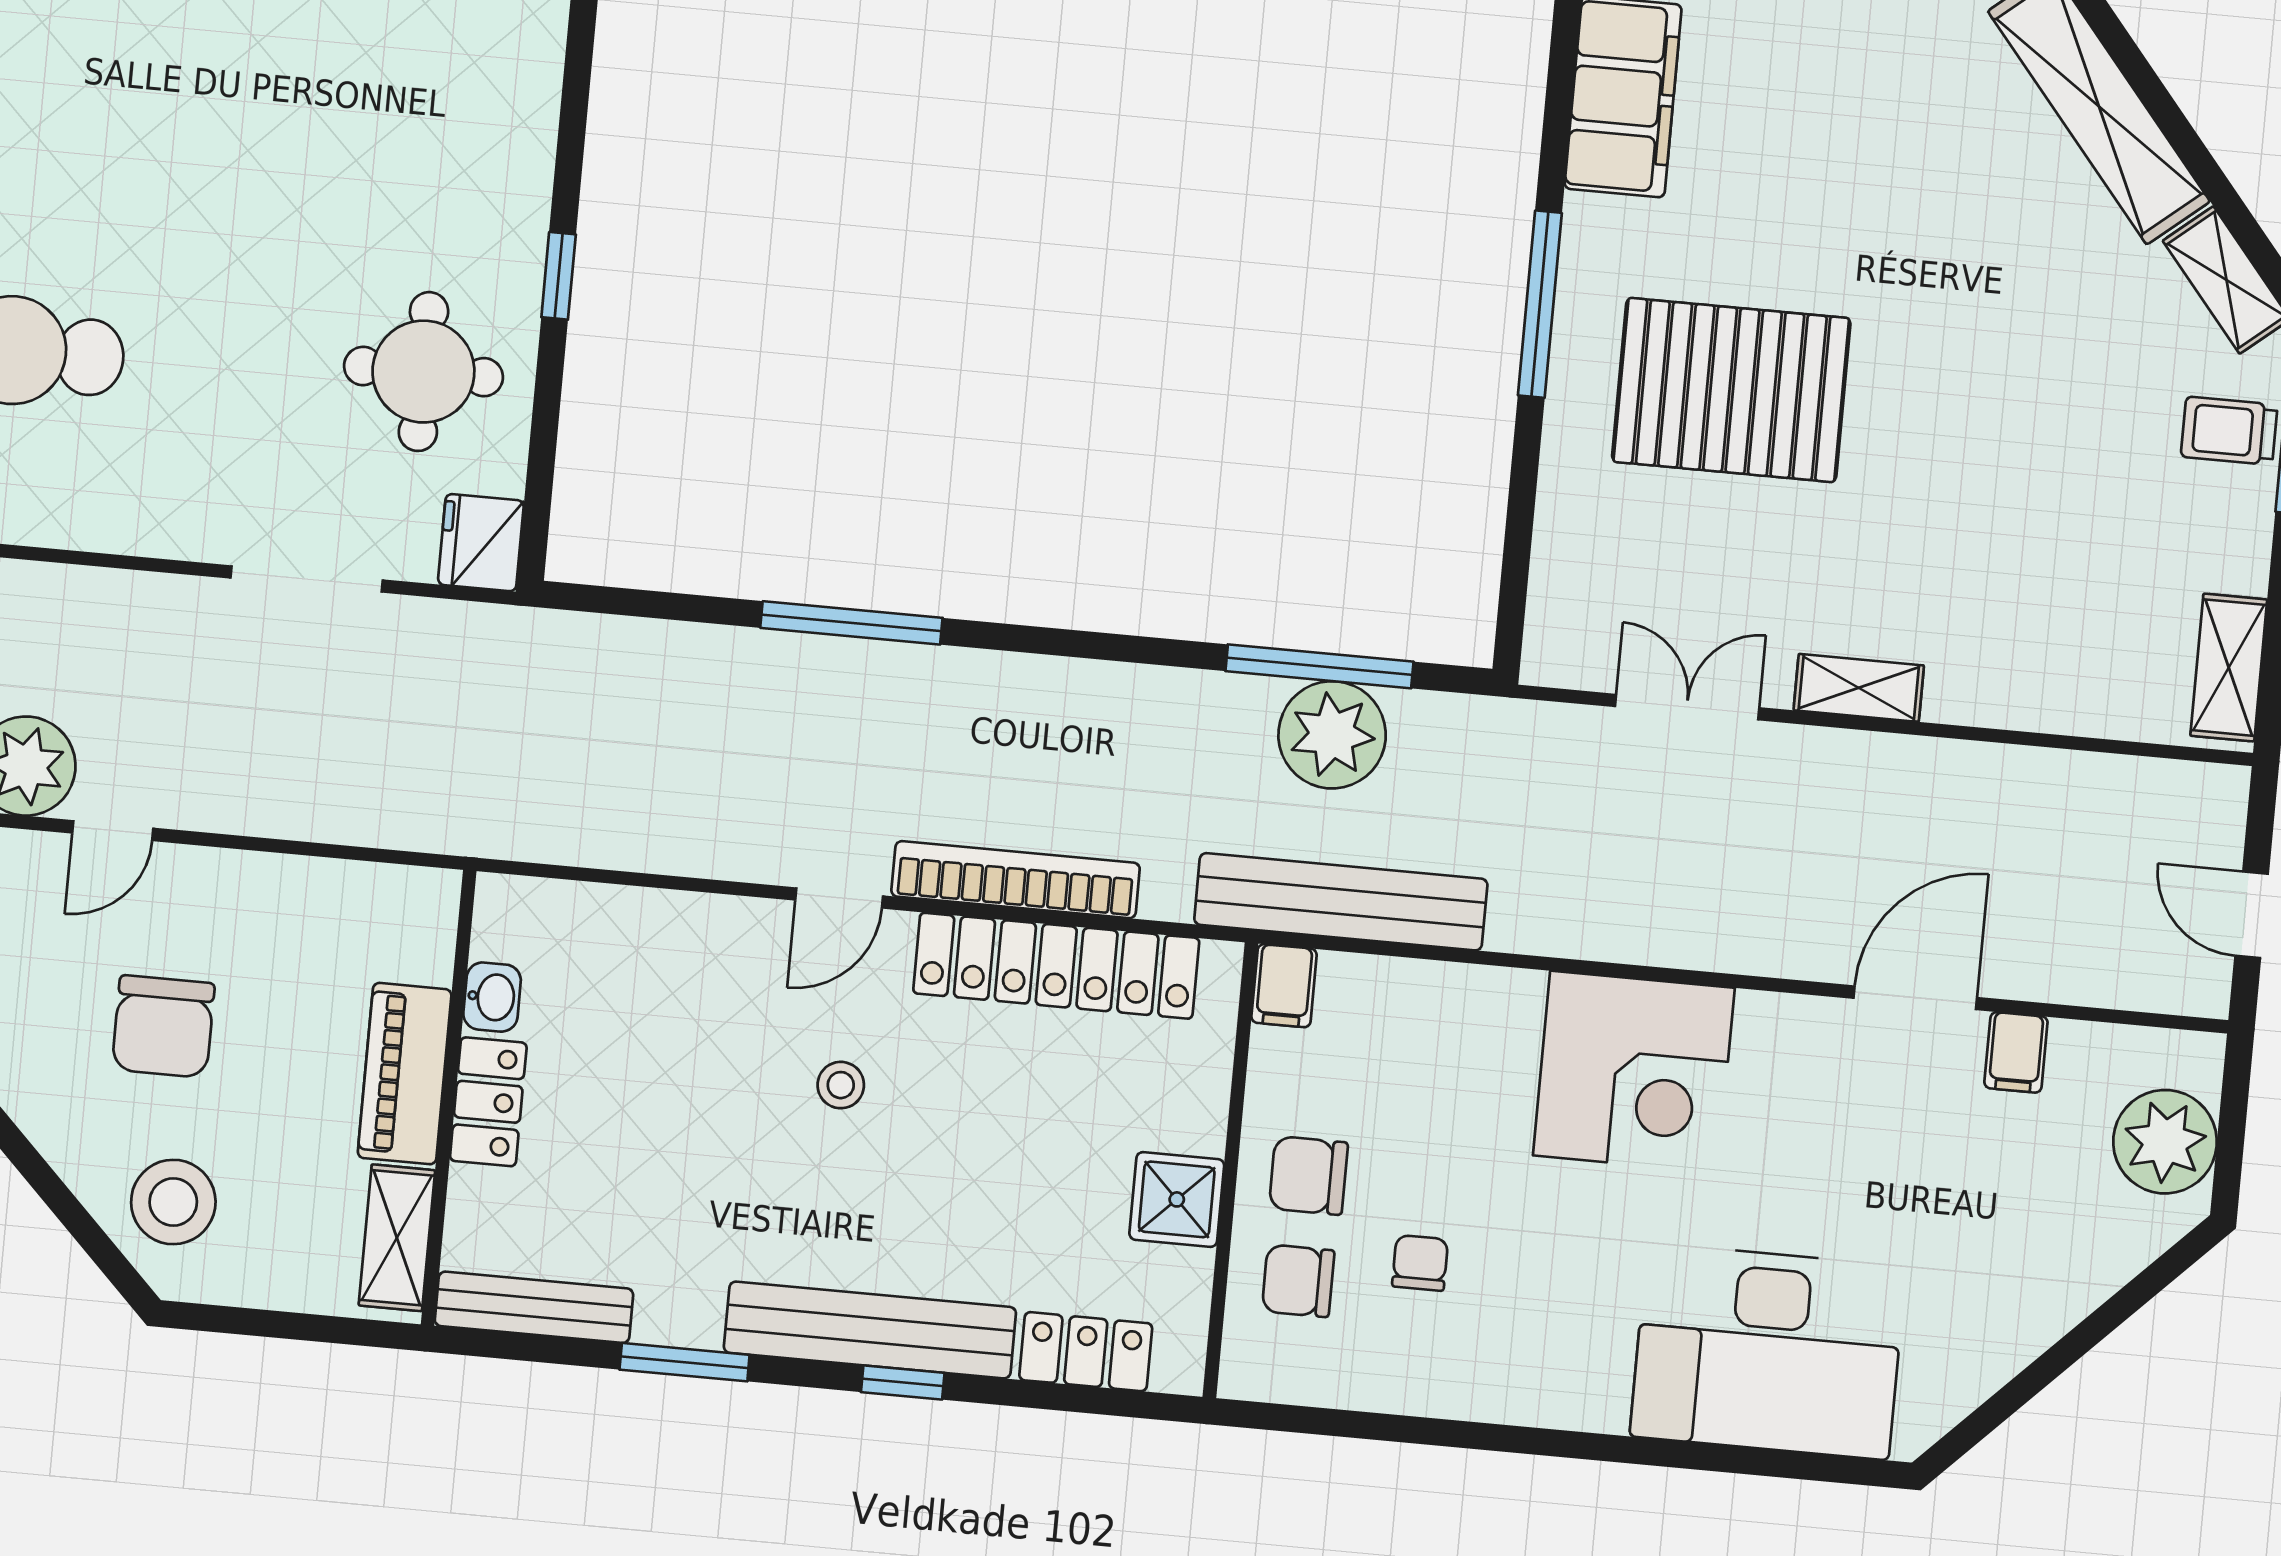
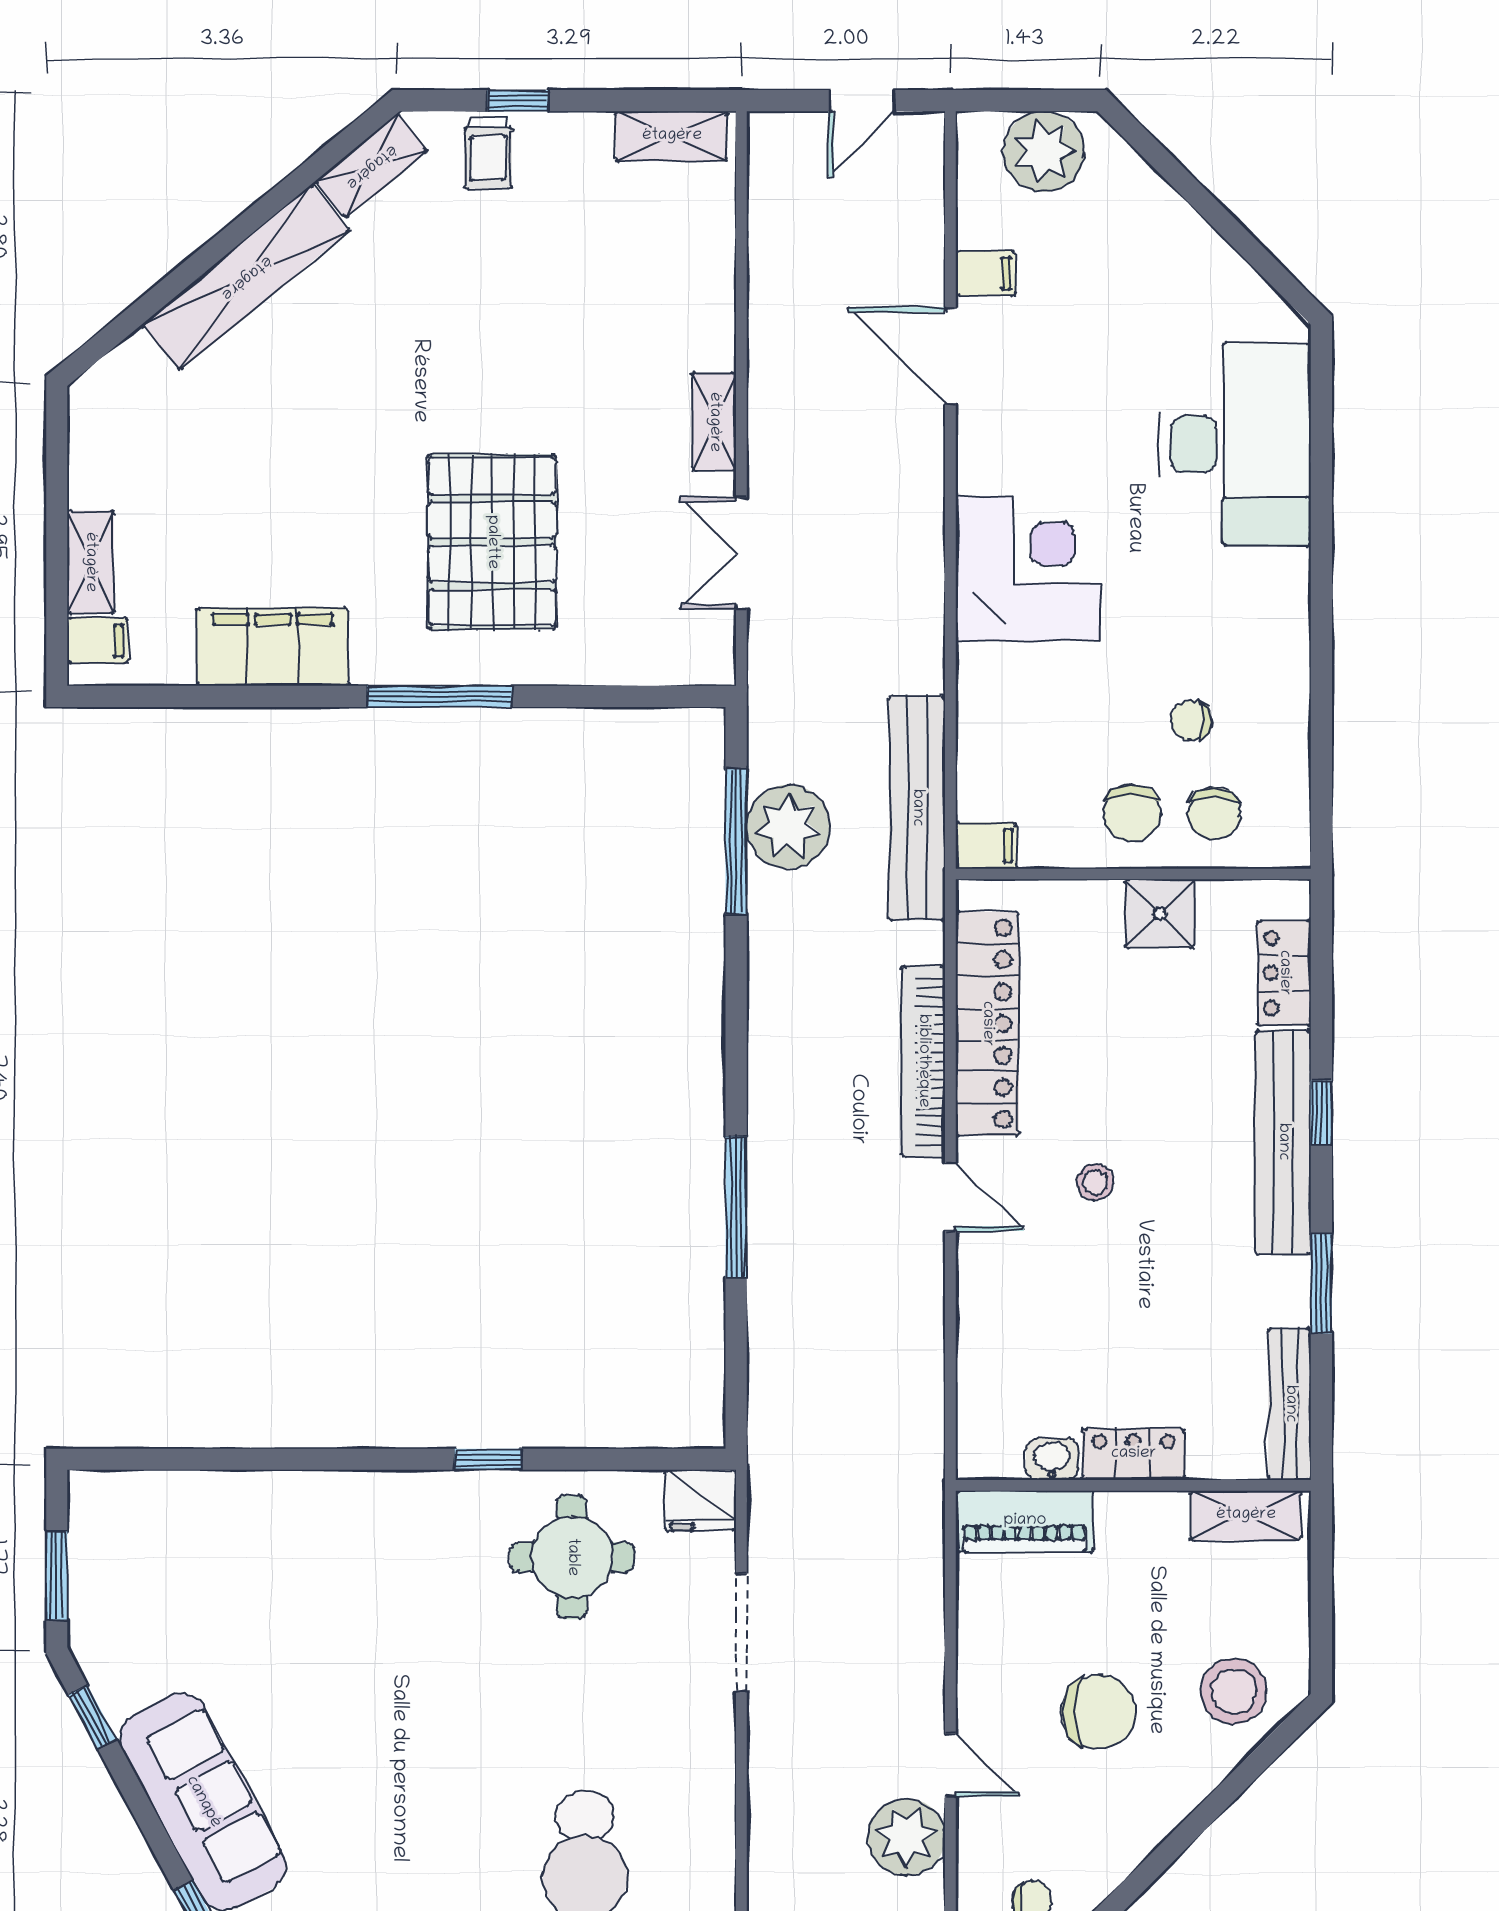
piano: (405, 1074) -> (1025, 1521), moved

